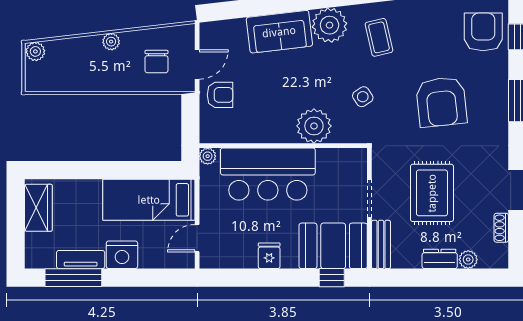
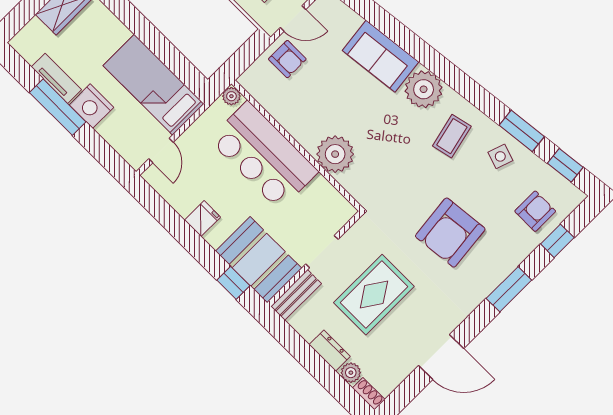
armchair: (483, 32) -> (535, 211), width x0.72, depth x0.72
side table: (363, 97) -> (500, 156), moved, turned -38
shoe rack: (501, 228) -> (369, 394), moved, turned 90
door: (197, 238) -> (161, 150), swing flipped
window: (73, 278) -> (58, 107), moved

